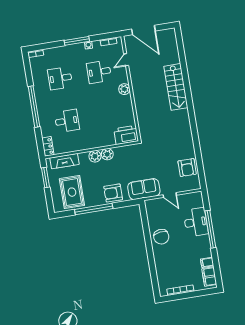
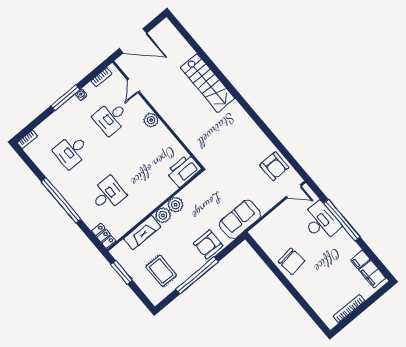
fireplace: (64, 161) -> (142, 233), moved
rug: (72, 192) -> (161, 271), width x0.73, depth x0.70
door: (170, 195) -> (294, 191), moved

